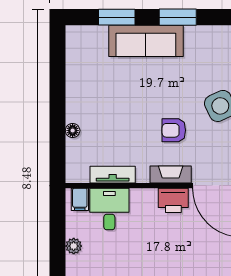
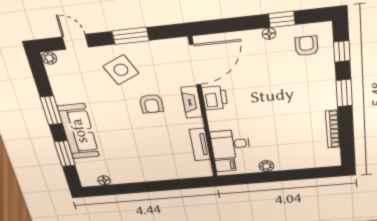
floor lamp: (73, 131) -> (104, 180), moved

